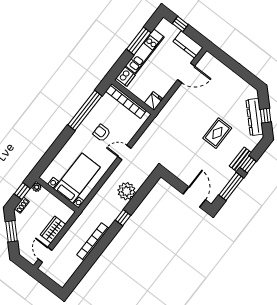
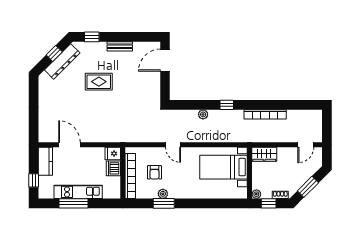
dishwasher: (126, 76) -> (113, 168), moved, turned -90
window: (85, 110) -> (164, 203), width x0.47
plant: (93, 115) -> (163, 194), added
armchair: (102, 133) -> (154, 172), moved
bench: (240, 159) -> (120, 46), moved
window: (248, 164) -> (92, 37), moved
window: (231, 186) -> (133, 37), removed
plant: (127, 191) -> (203, 114), width x0.53, depth x0.53
wardrobe: (53, 230) -> (264, 154), moved

